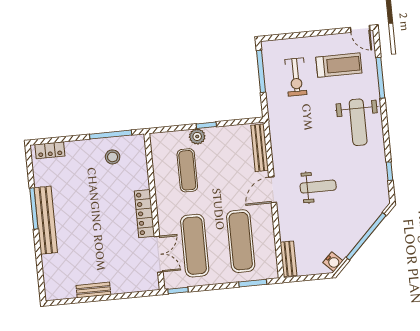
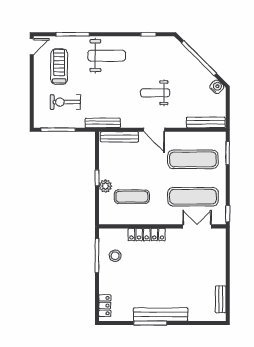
exercise bike: (296, 77) -> (65, 102), turned 180
bench: (275, 126) -> (103, 123), added
weight bench: (318, 187) -> (155, 93), turned -90
locker: (144, 214) -> (147, 235), moved
bench: (288, 259) -> (206, 122), width x1.36
bench: (93, 290) -> (221, 299), moved

